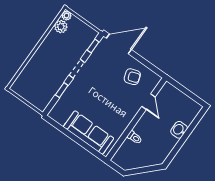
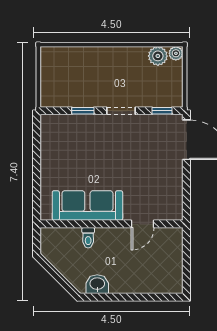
armchair: (132, 77) -> (159, 183), removed
washbasin: (179, 130) -> (97, 284), moved
sofa: (89, 133) -> (87, 206), moved, turned -90

